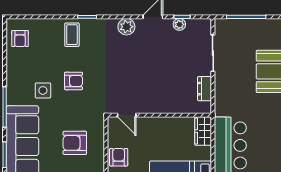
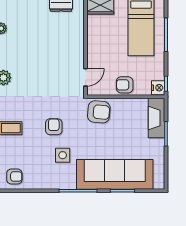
armchair: (75, 143) -> (99, 112), moved, turned -85

